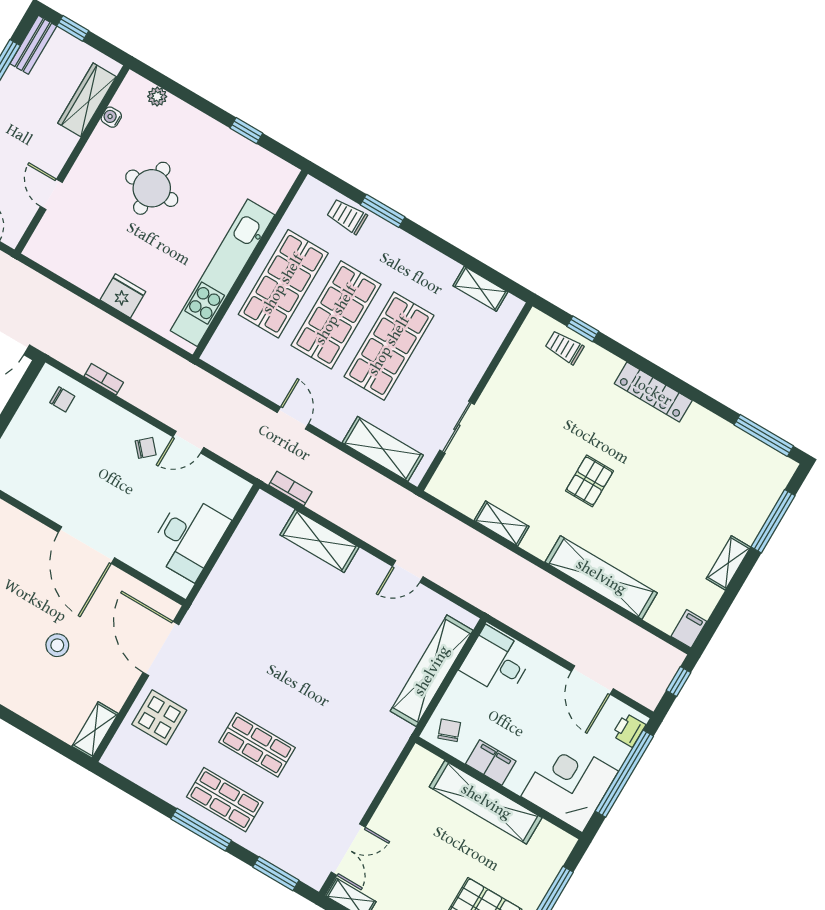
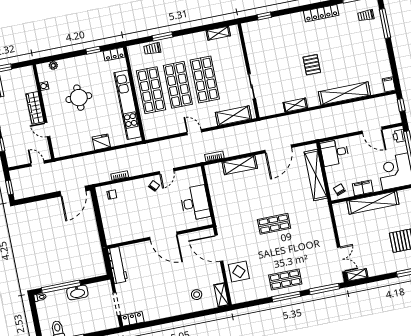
wardrobe: (87, 100) -> (35, 108), moved
locker: (276, 168) -> (114, 54), added
trolley: (564, 347) -> (366, 15), moved
locker: (653, 392) -> (321, 13), moved
shelving: (728, 563) -> (382, 51), removed
door: (408, 571) -> (278, 149), width x1.87
stool: (57, 645) -> (197, 295), moved
shop shelf: (257, 745) -> (274, 224), moved
window: (276, 874) -> (324, 289), width x1.44

